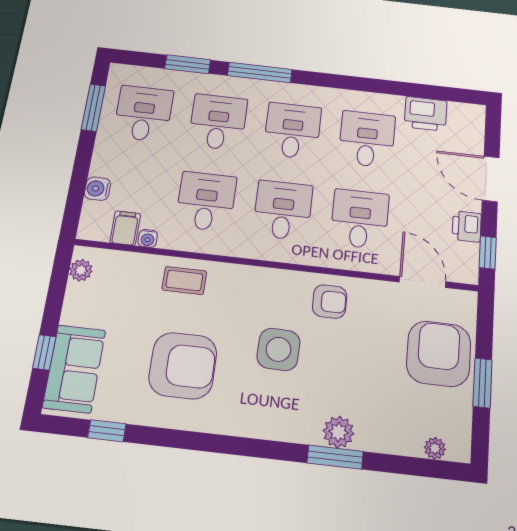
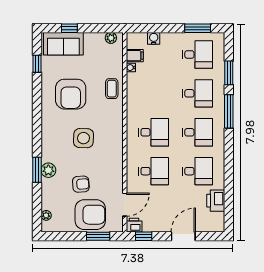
desk: (206, 201) -> (154, 93), removed
printer: (467, 226) -> (134, 225), moved
armchair: (330, 301) -> (81, 184), moved, turned -94
window: (482, 383) -> (98, 236), moved

